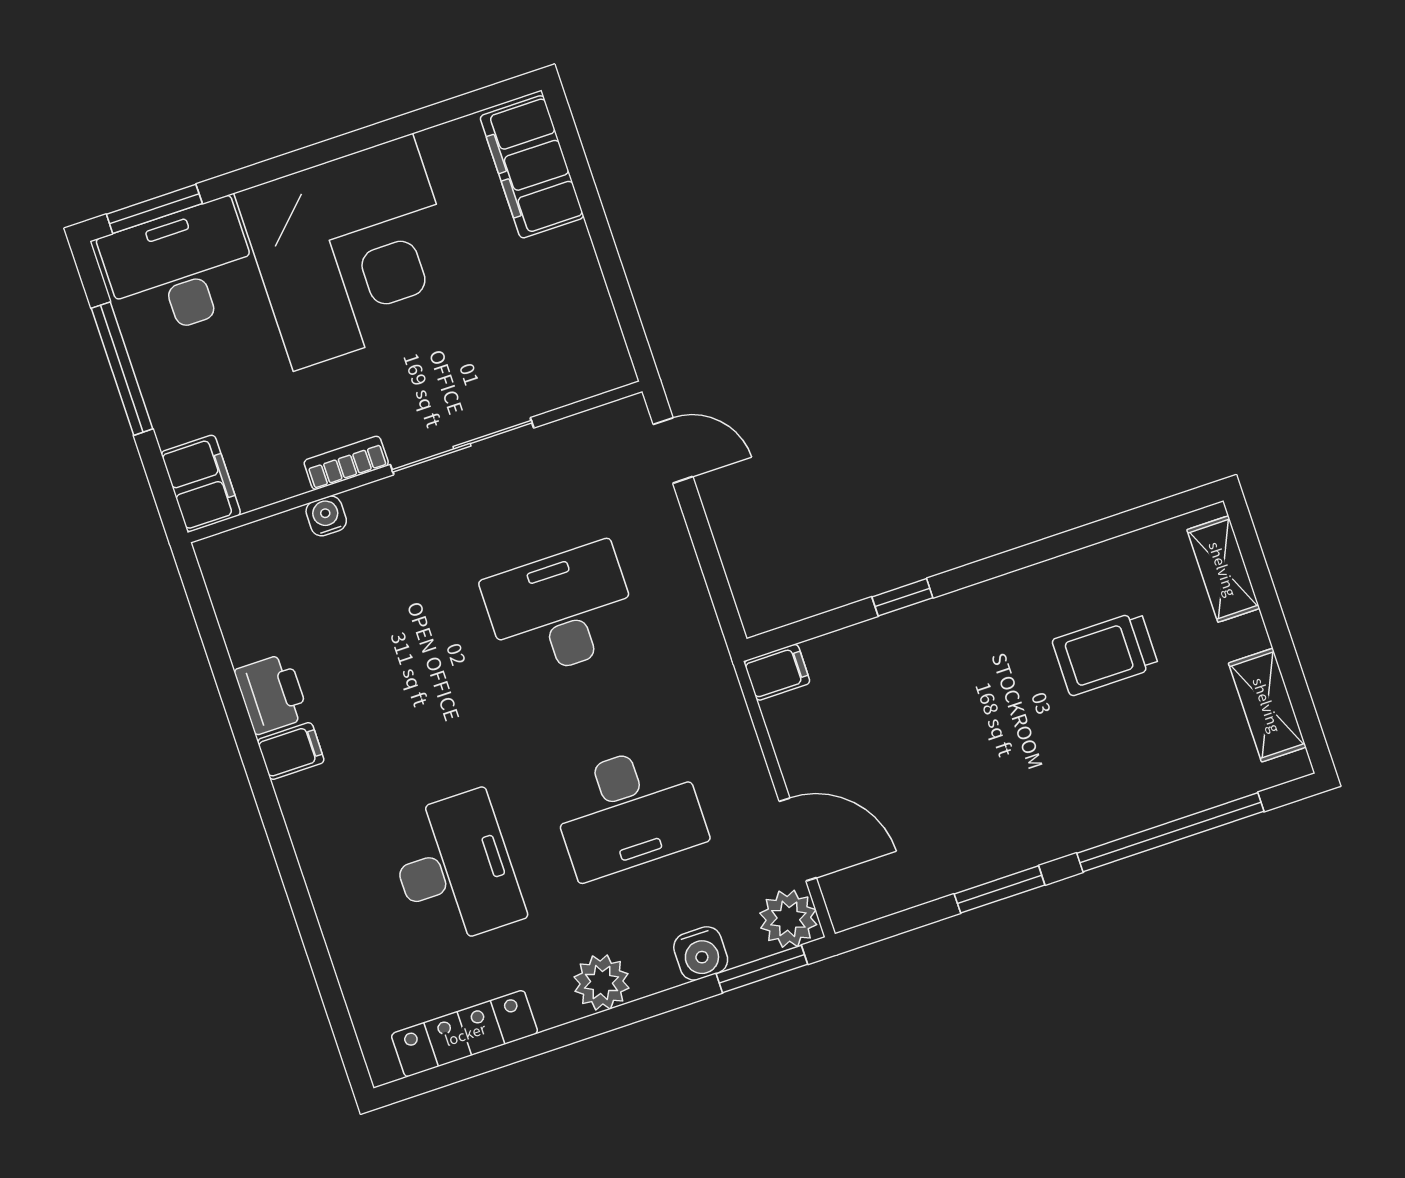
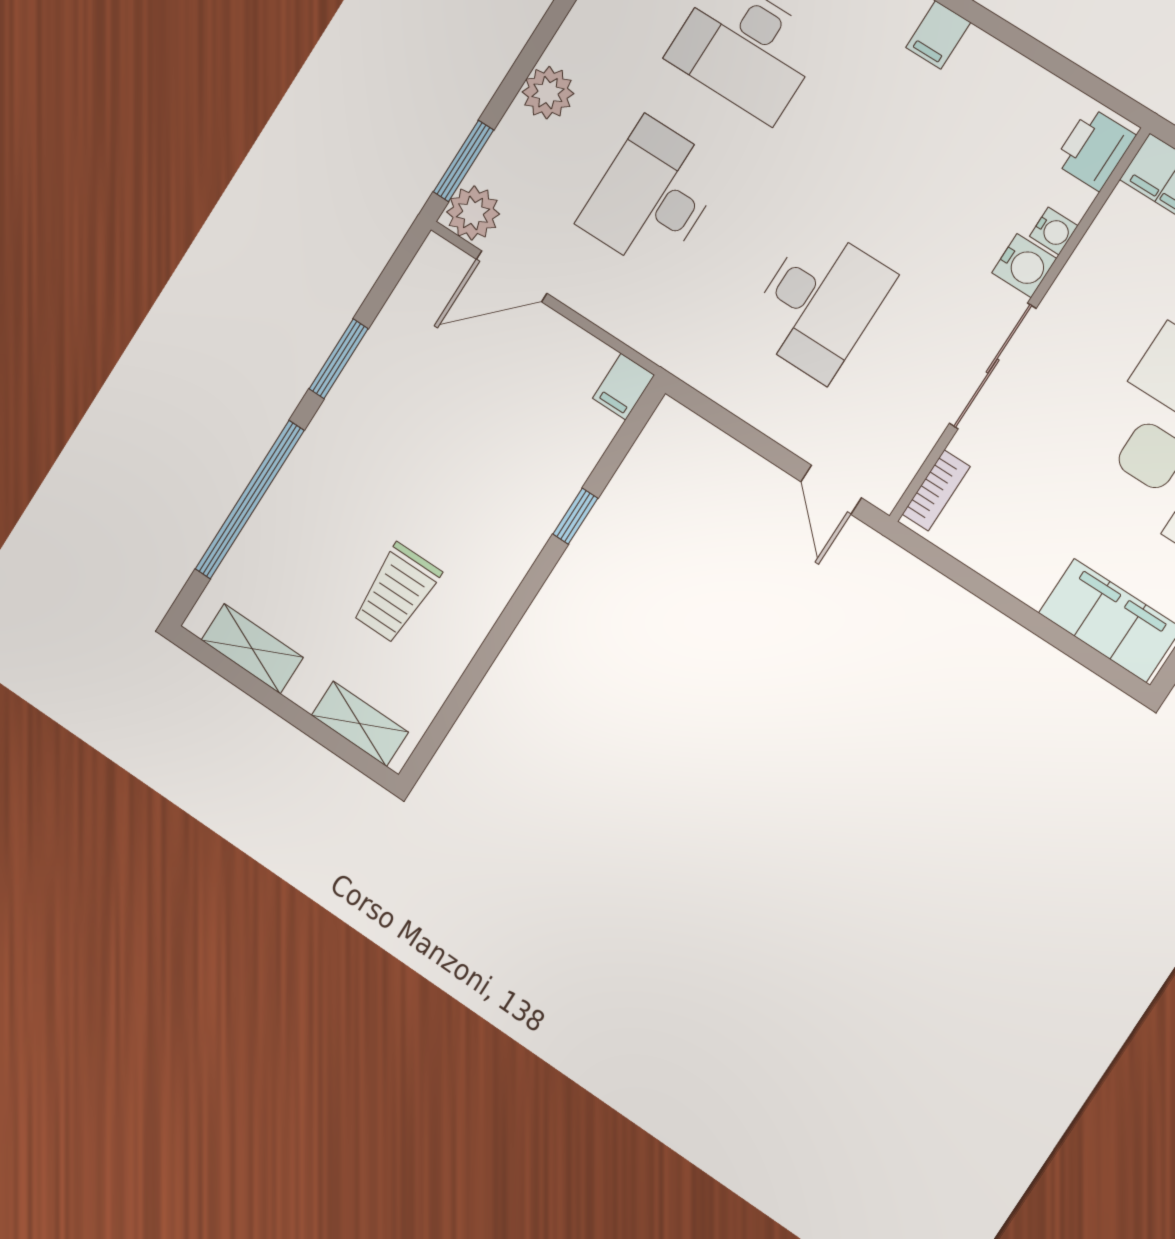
door: (673, 450) -> (831, 490), hinge flipped
bookcase: (346, 463) -> (936, 490), moved
trolley: (1105, 653) -> (396, 593), turned 180
printer: (272, 694) -> (1094, 149), moved, turned 90
water cooler: (701, 953) -> (1024, 266), moved, turned 180
plant: (601, 982) -> (548, 93), moved

